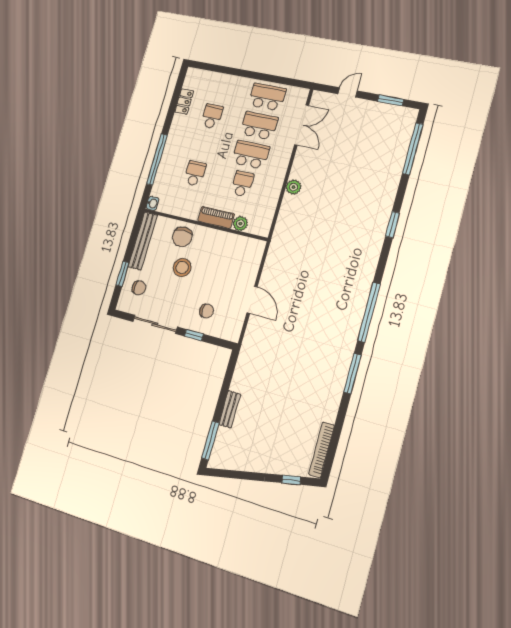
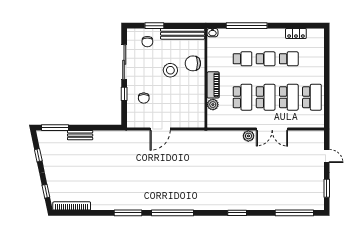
double door: (302, 125) -> (272, 129), moved
school desk: (203, 145) -> (266, 59), added
school desk: (242, 184) -> (242, 97), width x1.85
window: (240, 475) -> (38, 155), added

